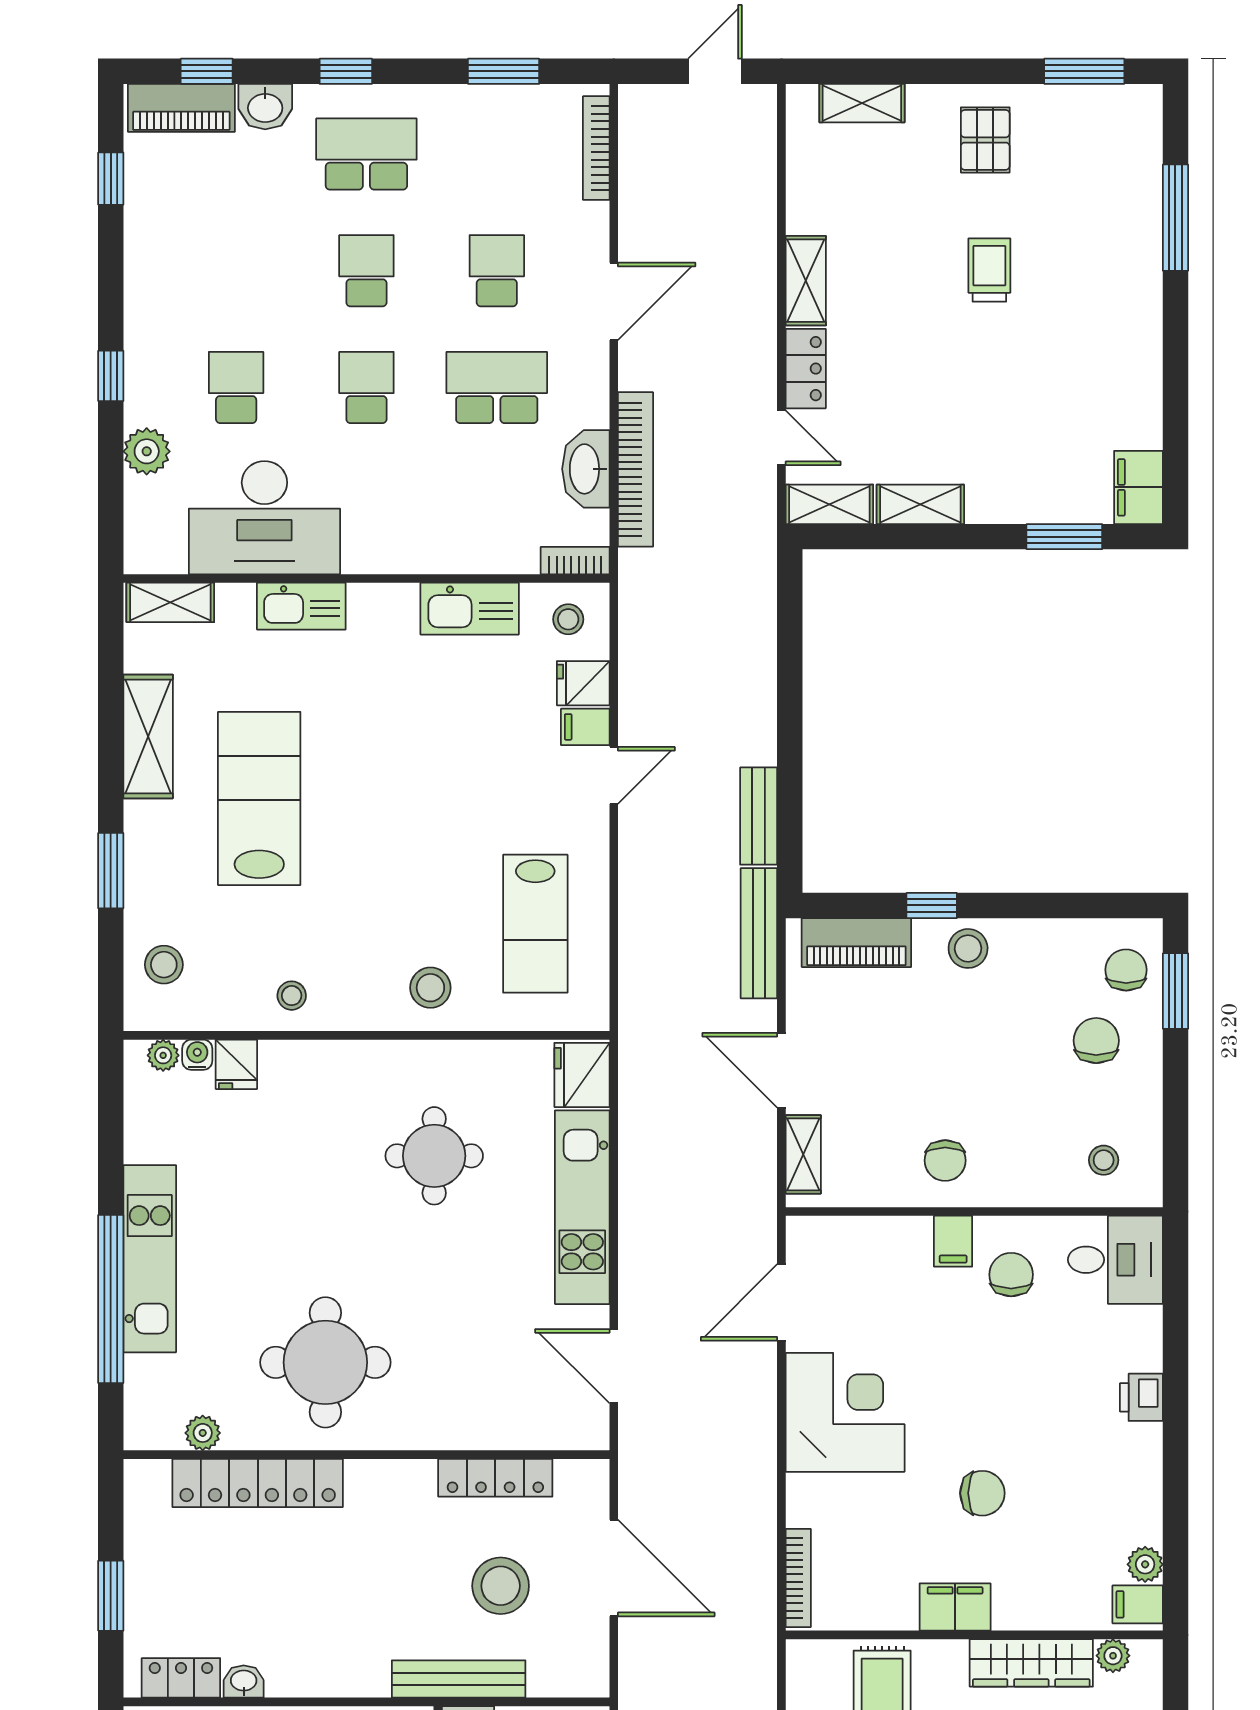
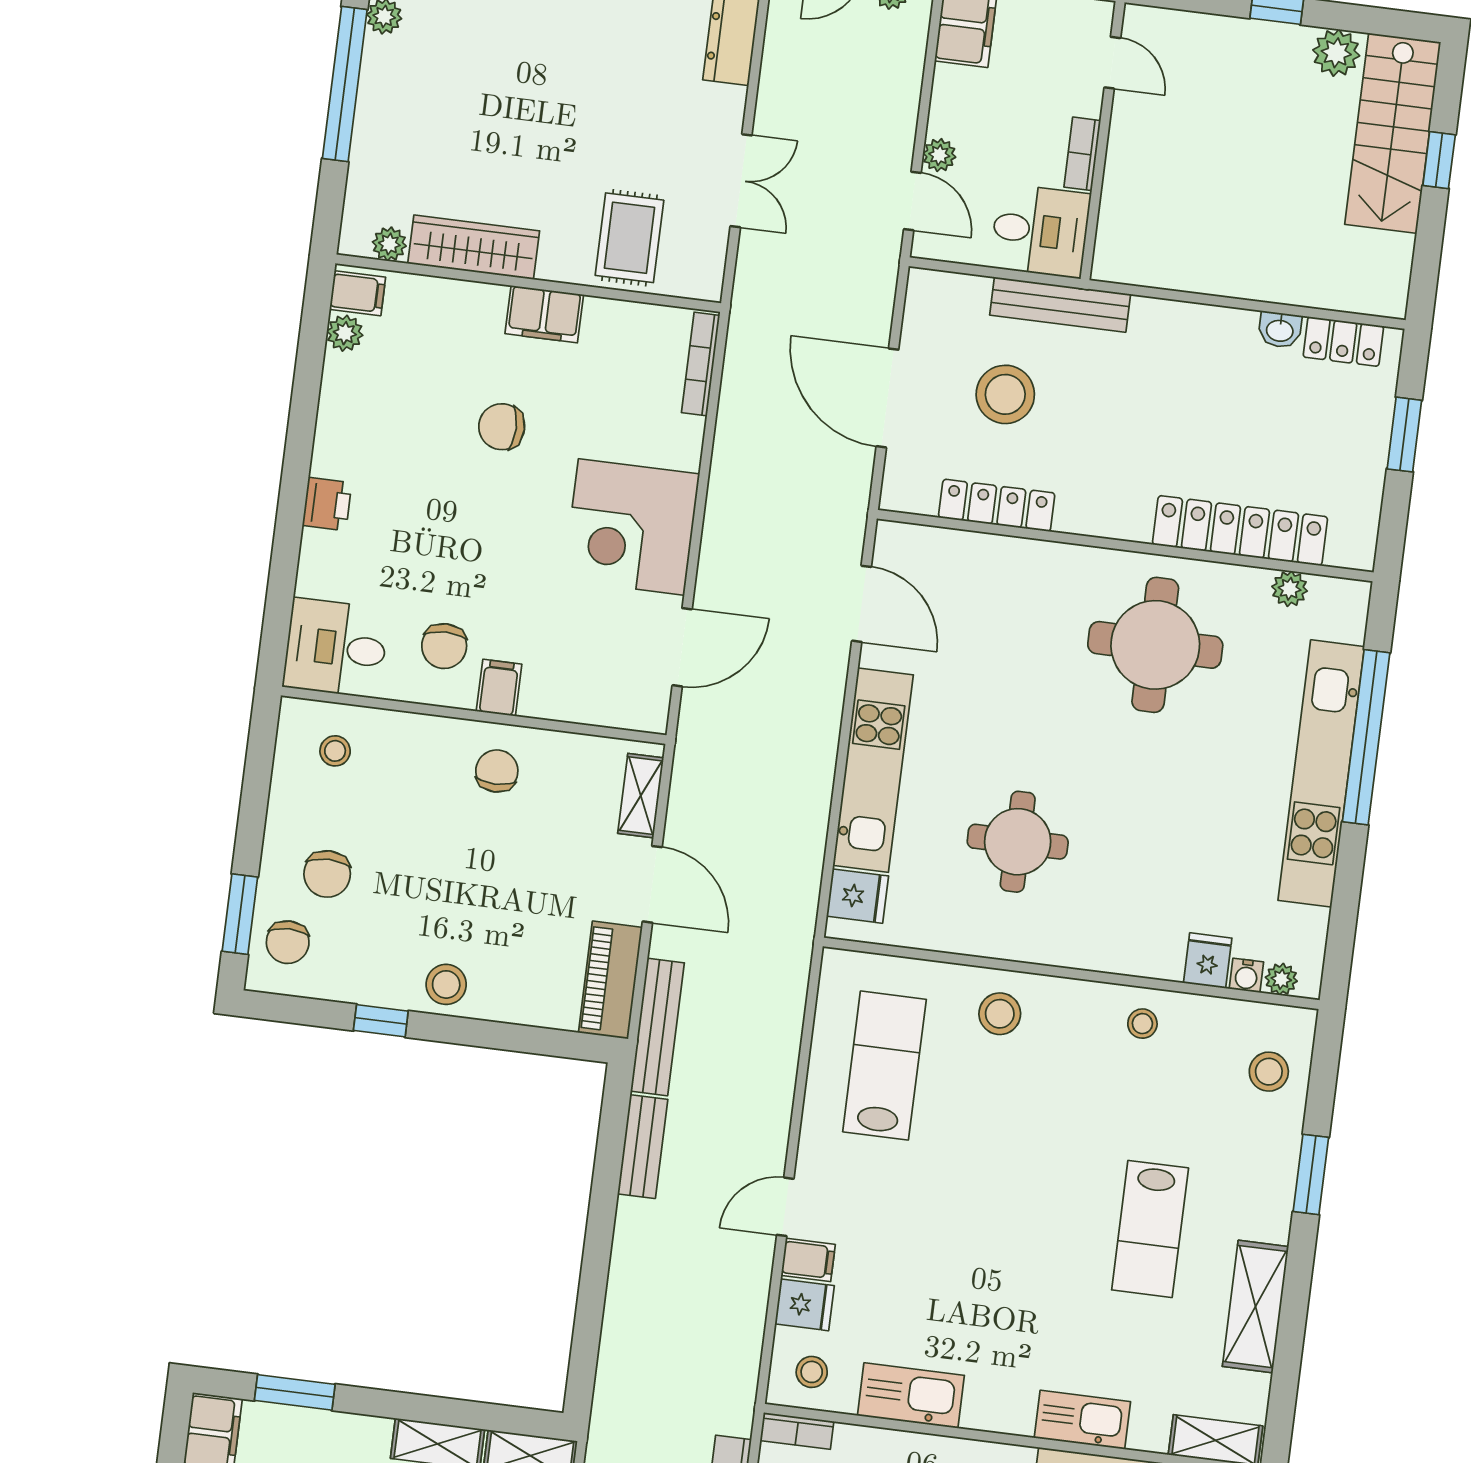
lab bench: (259, 798) -> (1150, 1229), width x0.73, depth x0.72
window: (932, 905) -> (381, 1021), moved
piano: (856, 943) -> (610, 980), moved, turned -90
fridge: (582, 1075) -> (858, 896), width x0.72
kitchen unit: (150, 1259) -> (1321, 773), width x1.36

